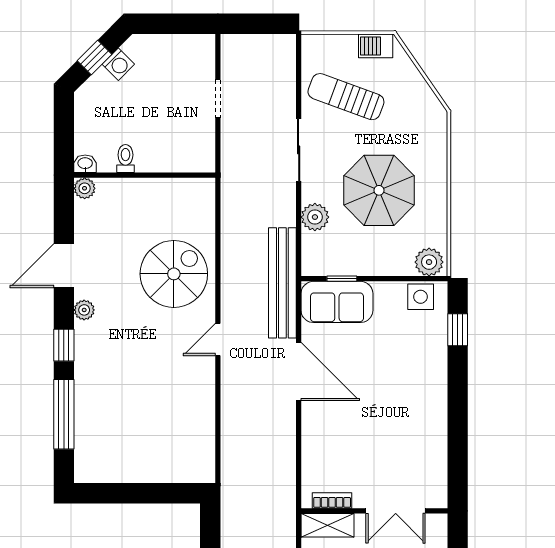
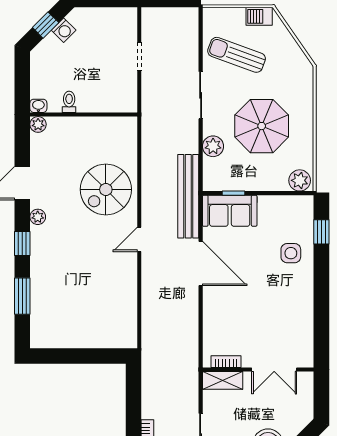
spiral stairs: (174, 274) -> (106, 189), turned 180
side table: (421, 297) -> (291, 253), moved
window: (64, 414) -> (22, 296), width x0.69

